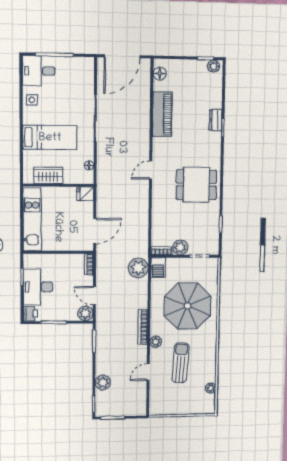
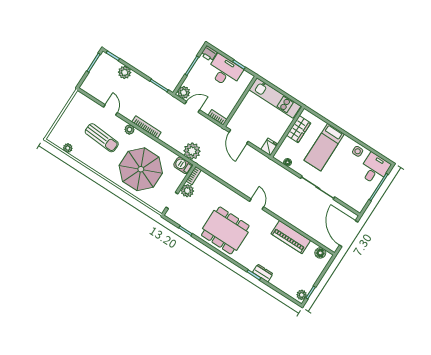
dining table: (196, 185) -> (225, 230), width x1.38

